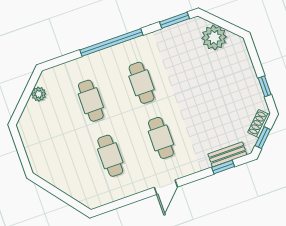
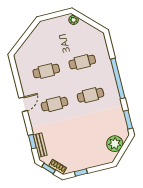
plant: (39, 94) -> (74, 20), moved
door: (166, 187) -> (23, 104), swing flipped

